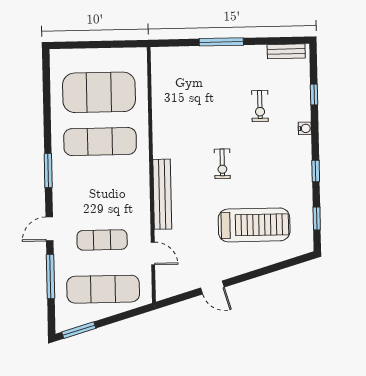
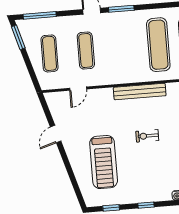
window: (48, 171) -> (121, 9), moved
bench: (162, 194) -> (140, 92), moved
window: (50, 276) -> (40, 15), moved
exercise mat: (103, 289) -> (50, 53), width x0.73, depth x0.69

